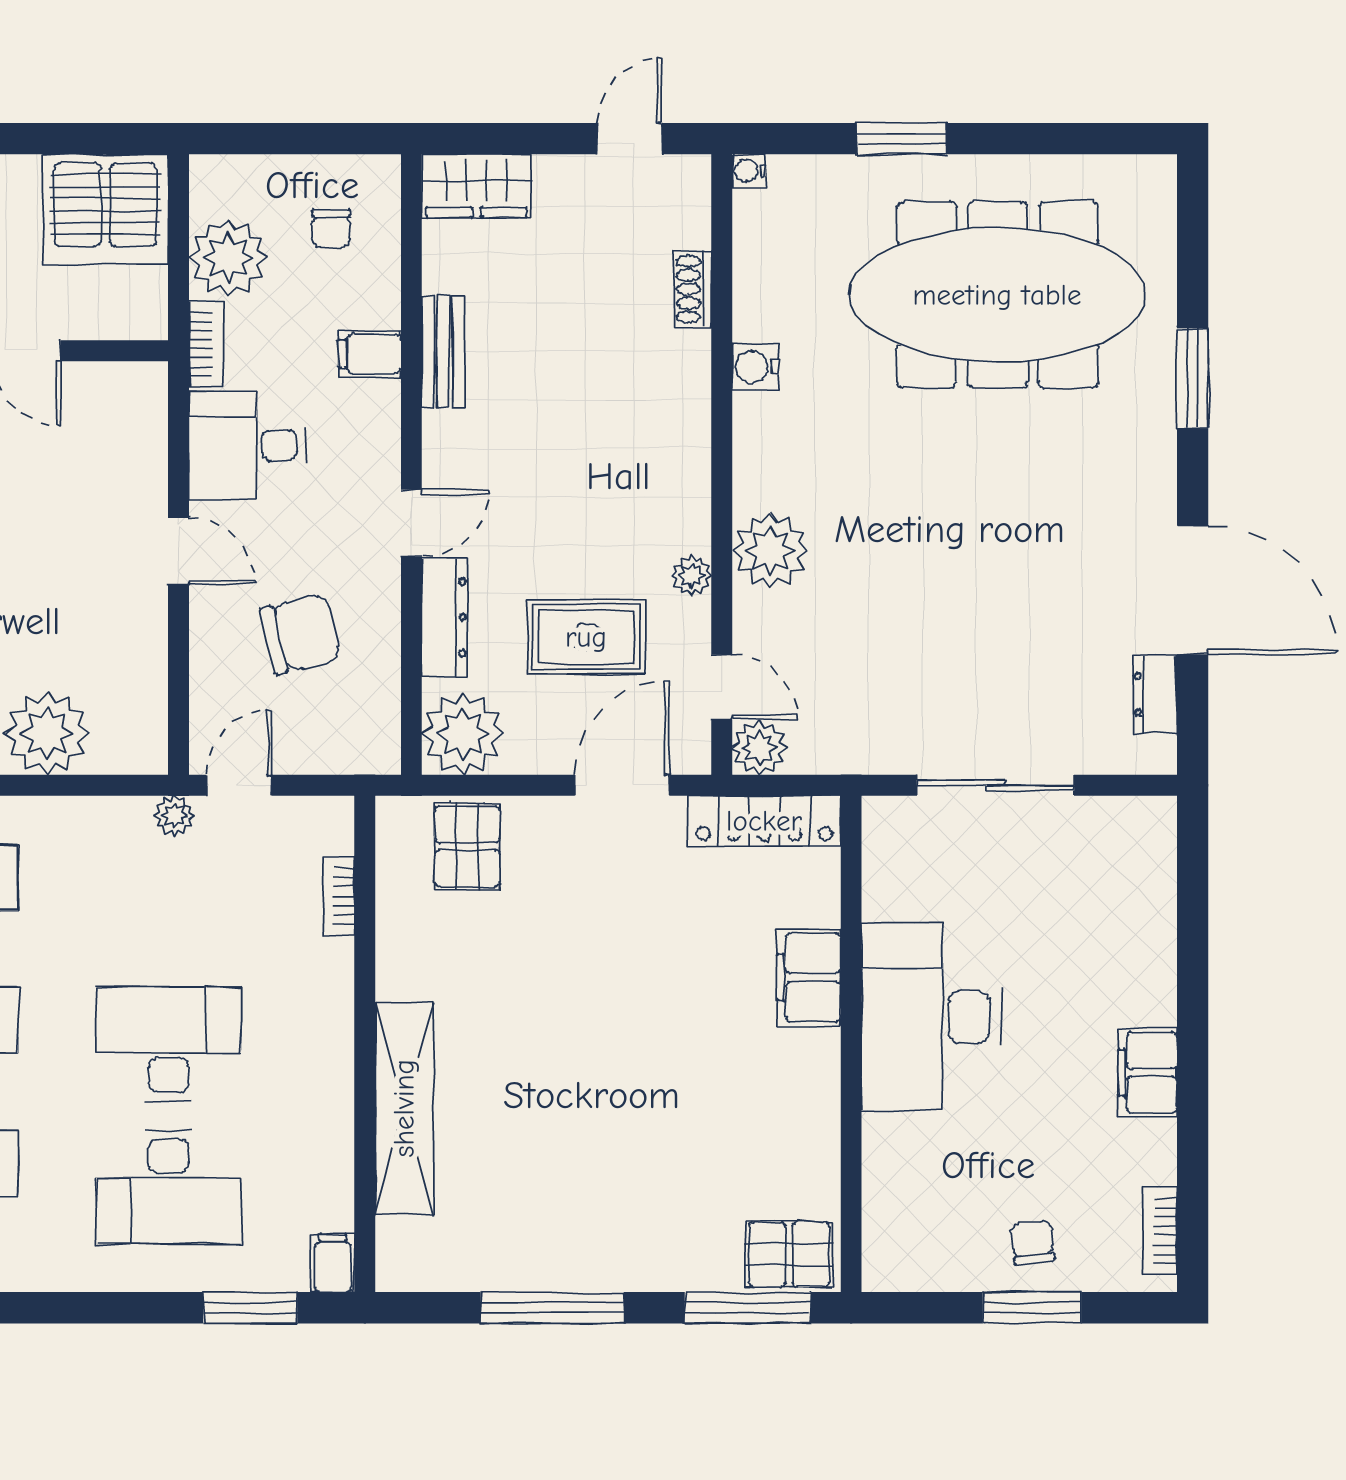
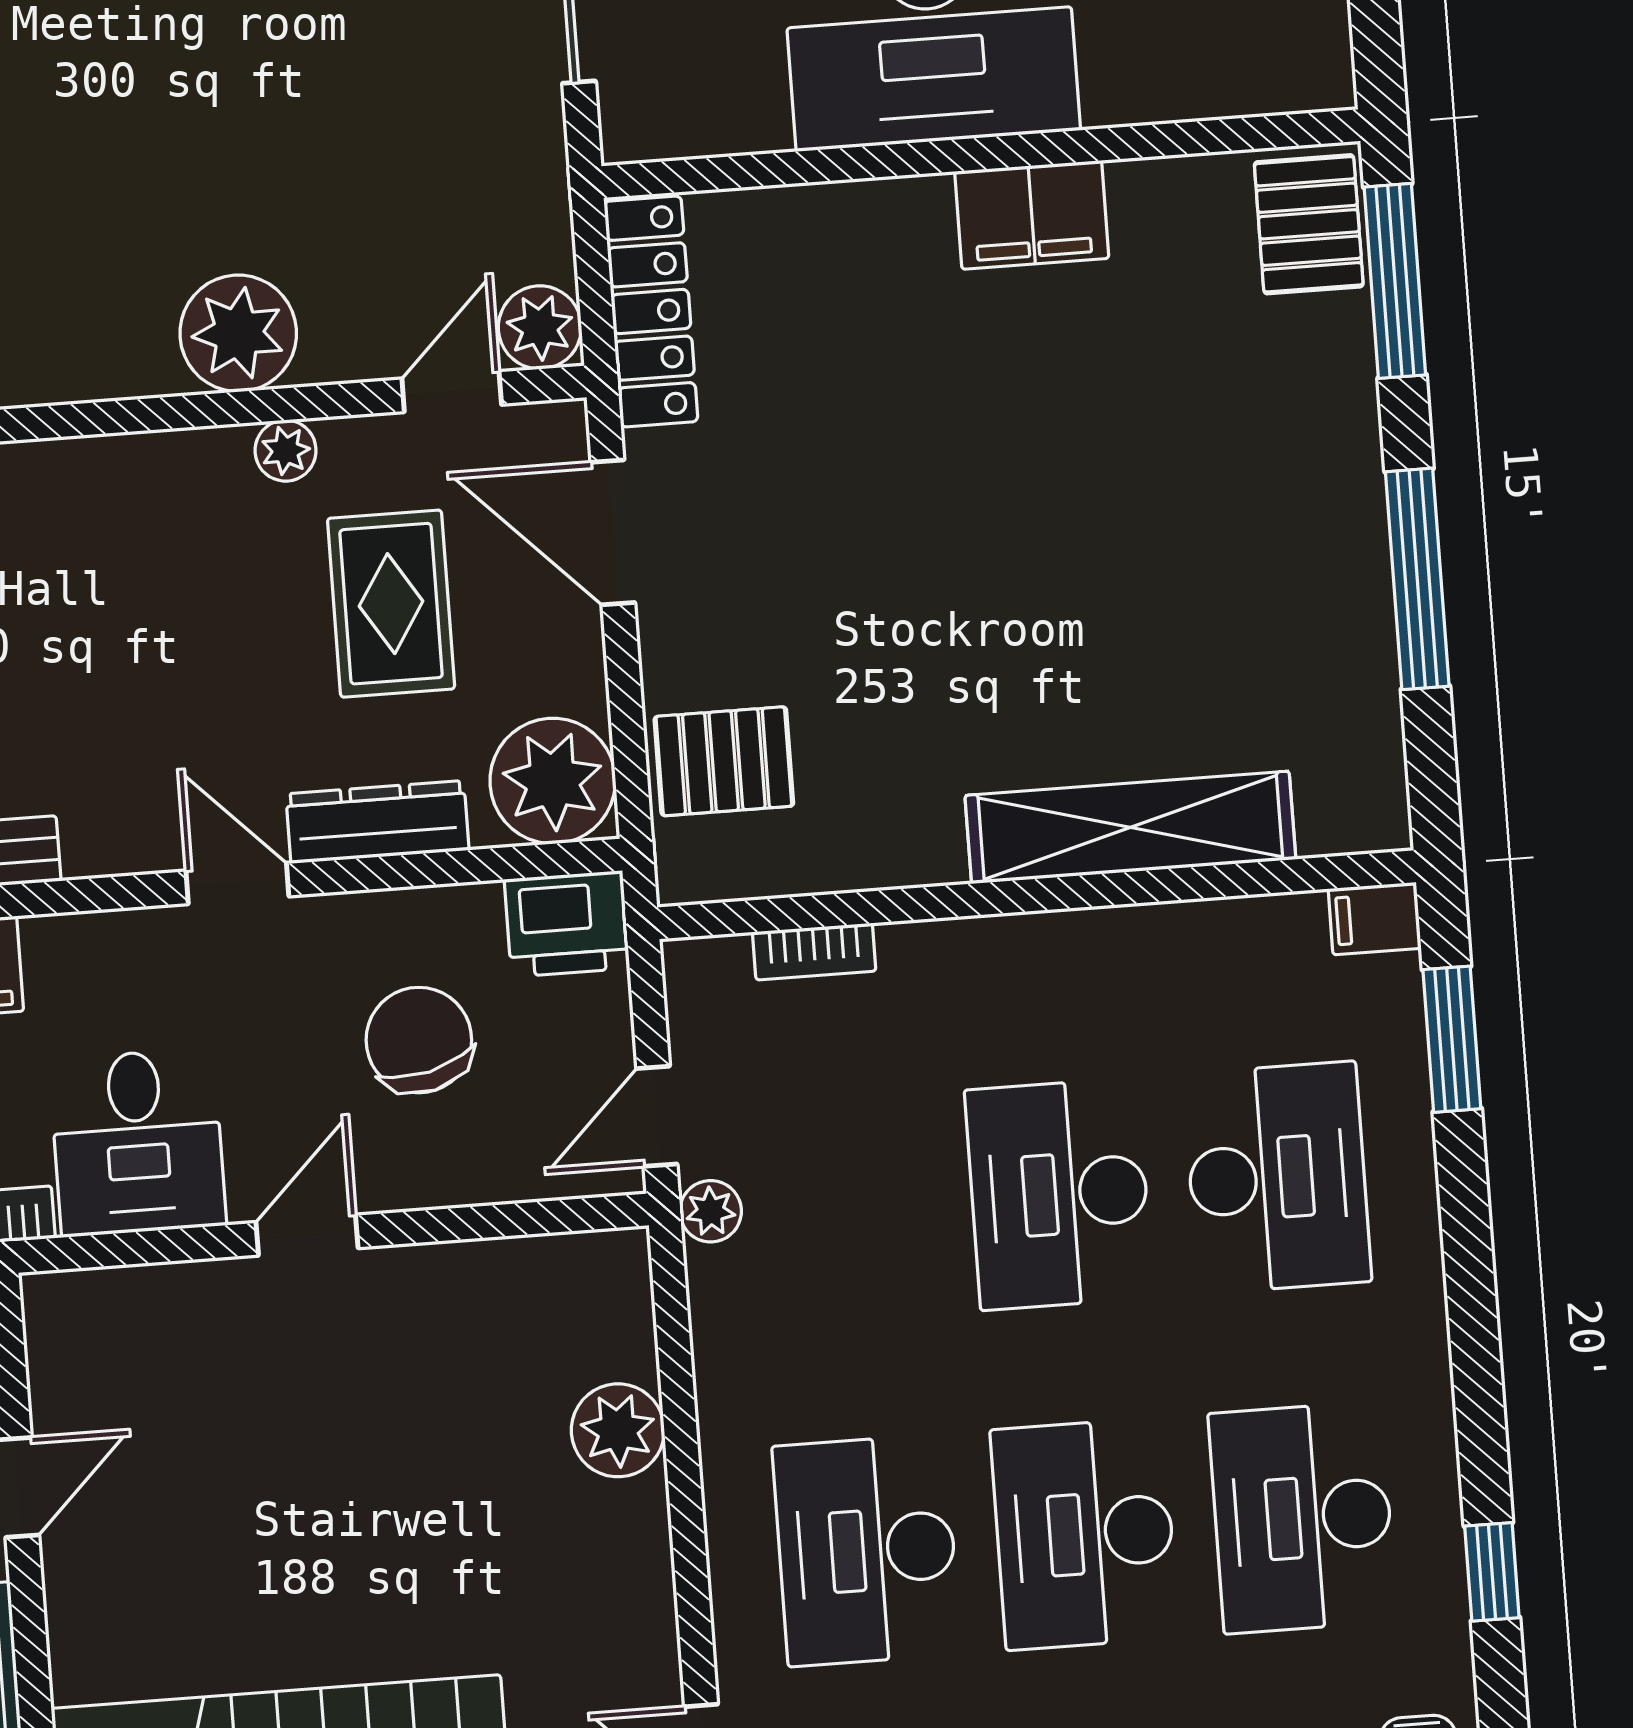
plant: (47, 733) -> (618, 1430), width x0.73, depth x0.73
printer: (369, 736) -> (567, 924), added
door: (239, 785) -> (657, 1116), hinge flipped
filing cabinet: (809, 977) -> (1032, 215), moved

